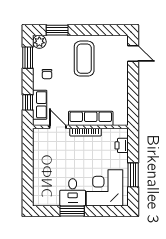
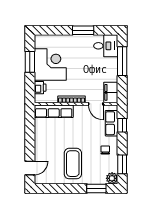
door: (133, 54) -> (30, 168), swing flipped
row of seats: (91, 118) -> (54, 111), moved
filing cabinet: (41, 140) -> (111, 92), added
window: (28, 176) -> (122, 61), added
corner desk: (105, 188) -> (50, 65), moved, turned -90
desk: (73, 192) -> (106, 46), moved, turned 90

